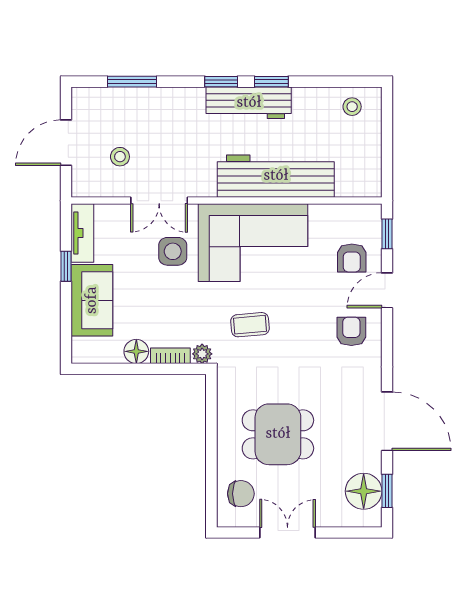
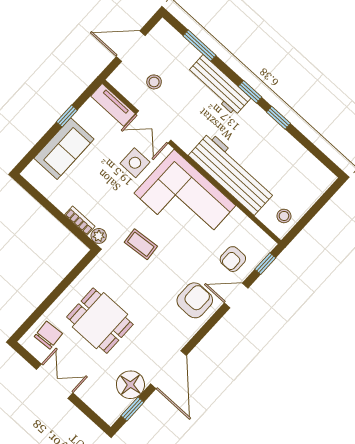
workbench: (249, 103) -> (219, 85), moved
stool: (352, 107) -> (284, 216), moved
tv unit: (82, 233) -> (113, 105), moved, turned 90
armchair: (351, 331) -> (195, 300), width x1.38, depth x1.38
floor lamp: (136, 351) -> (63, 201), removed
floor lamp: (364, 491) -> (130, 385), moved
chair: (241, 494) -> (48, 335), turned -94

